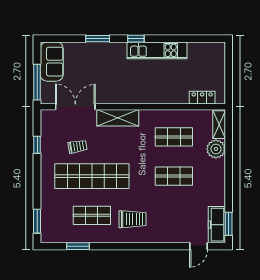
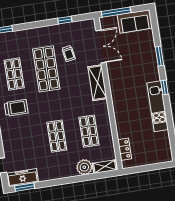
shop shelf: (92, 176) -> (46, 69), width x0.71
trolley: (133, 219) -> (16, 108), turned -90

